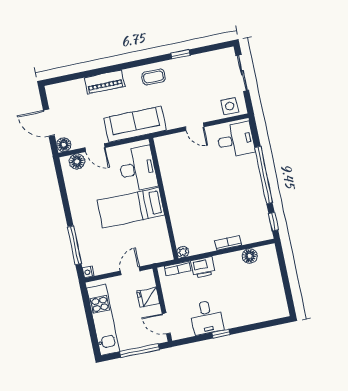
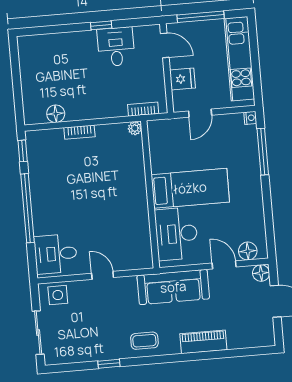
printer: (203, 267) -> (113, 107), removed

